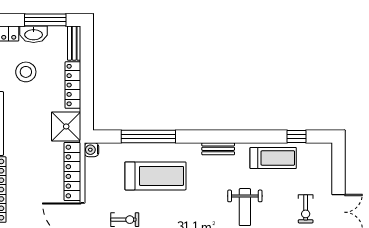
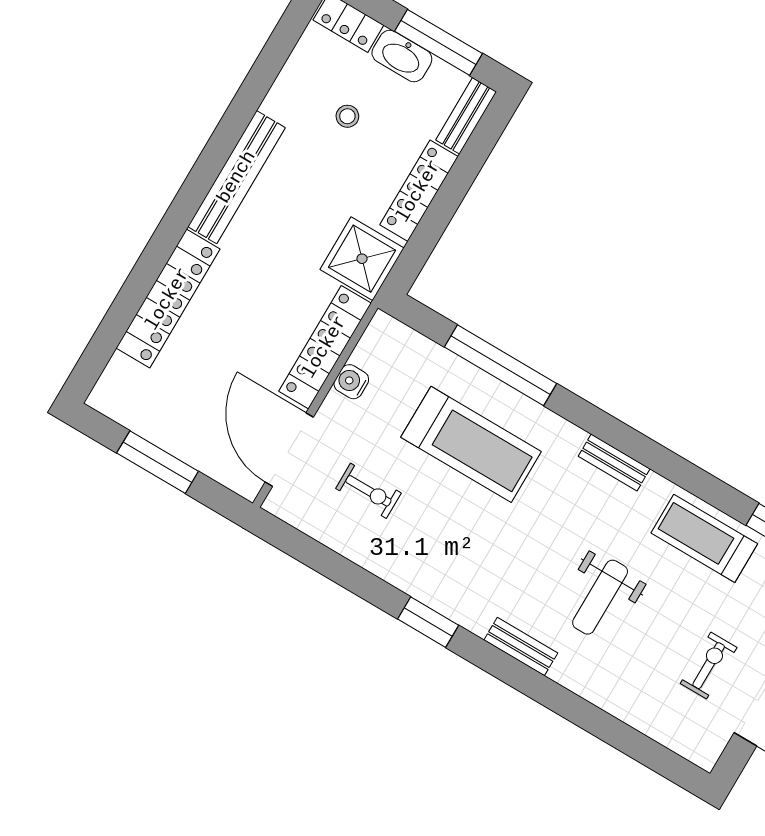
stool: (26, 72) -> (347, 116), width x0.53, depth x0.53
water cooler: (91, 150) -> (351, 382), moved
treadmill: (273, 158) -> (704, 538), turned 180
exercise bike: (306, 209) -> (709, 666), turned 180

